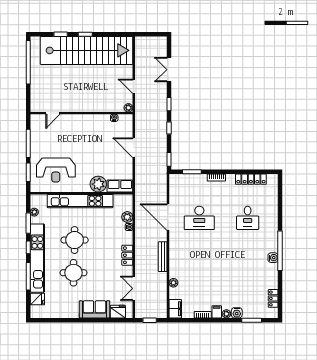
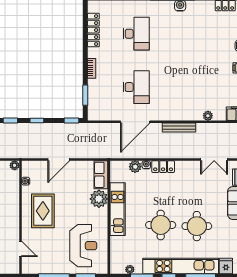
rug: (87, 133) -> (43, 211), added
kitchen unit: (80, 201) -> (118, 209), width x0.73
desk: (248, 218) -> (136, 34), width x1.37
locker: (127, 255) -> (163, 167), moved

